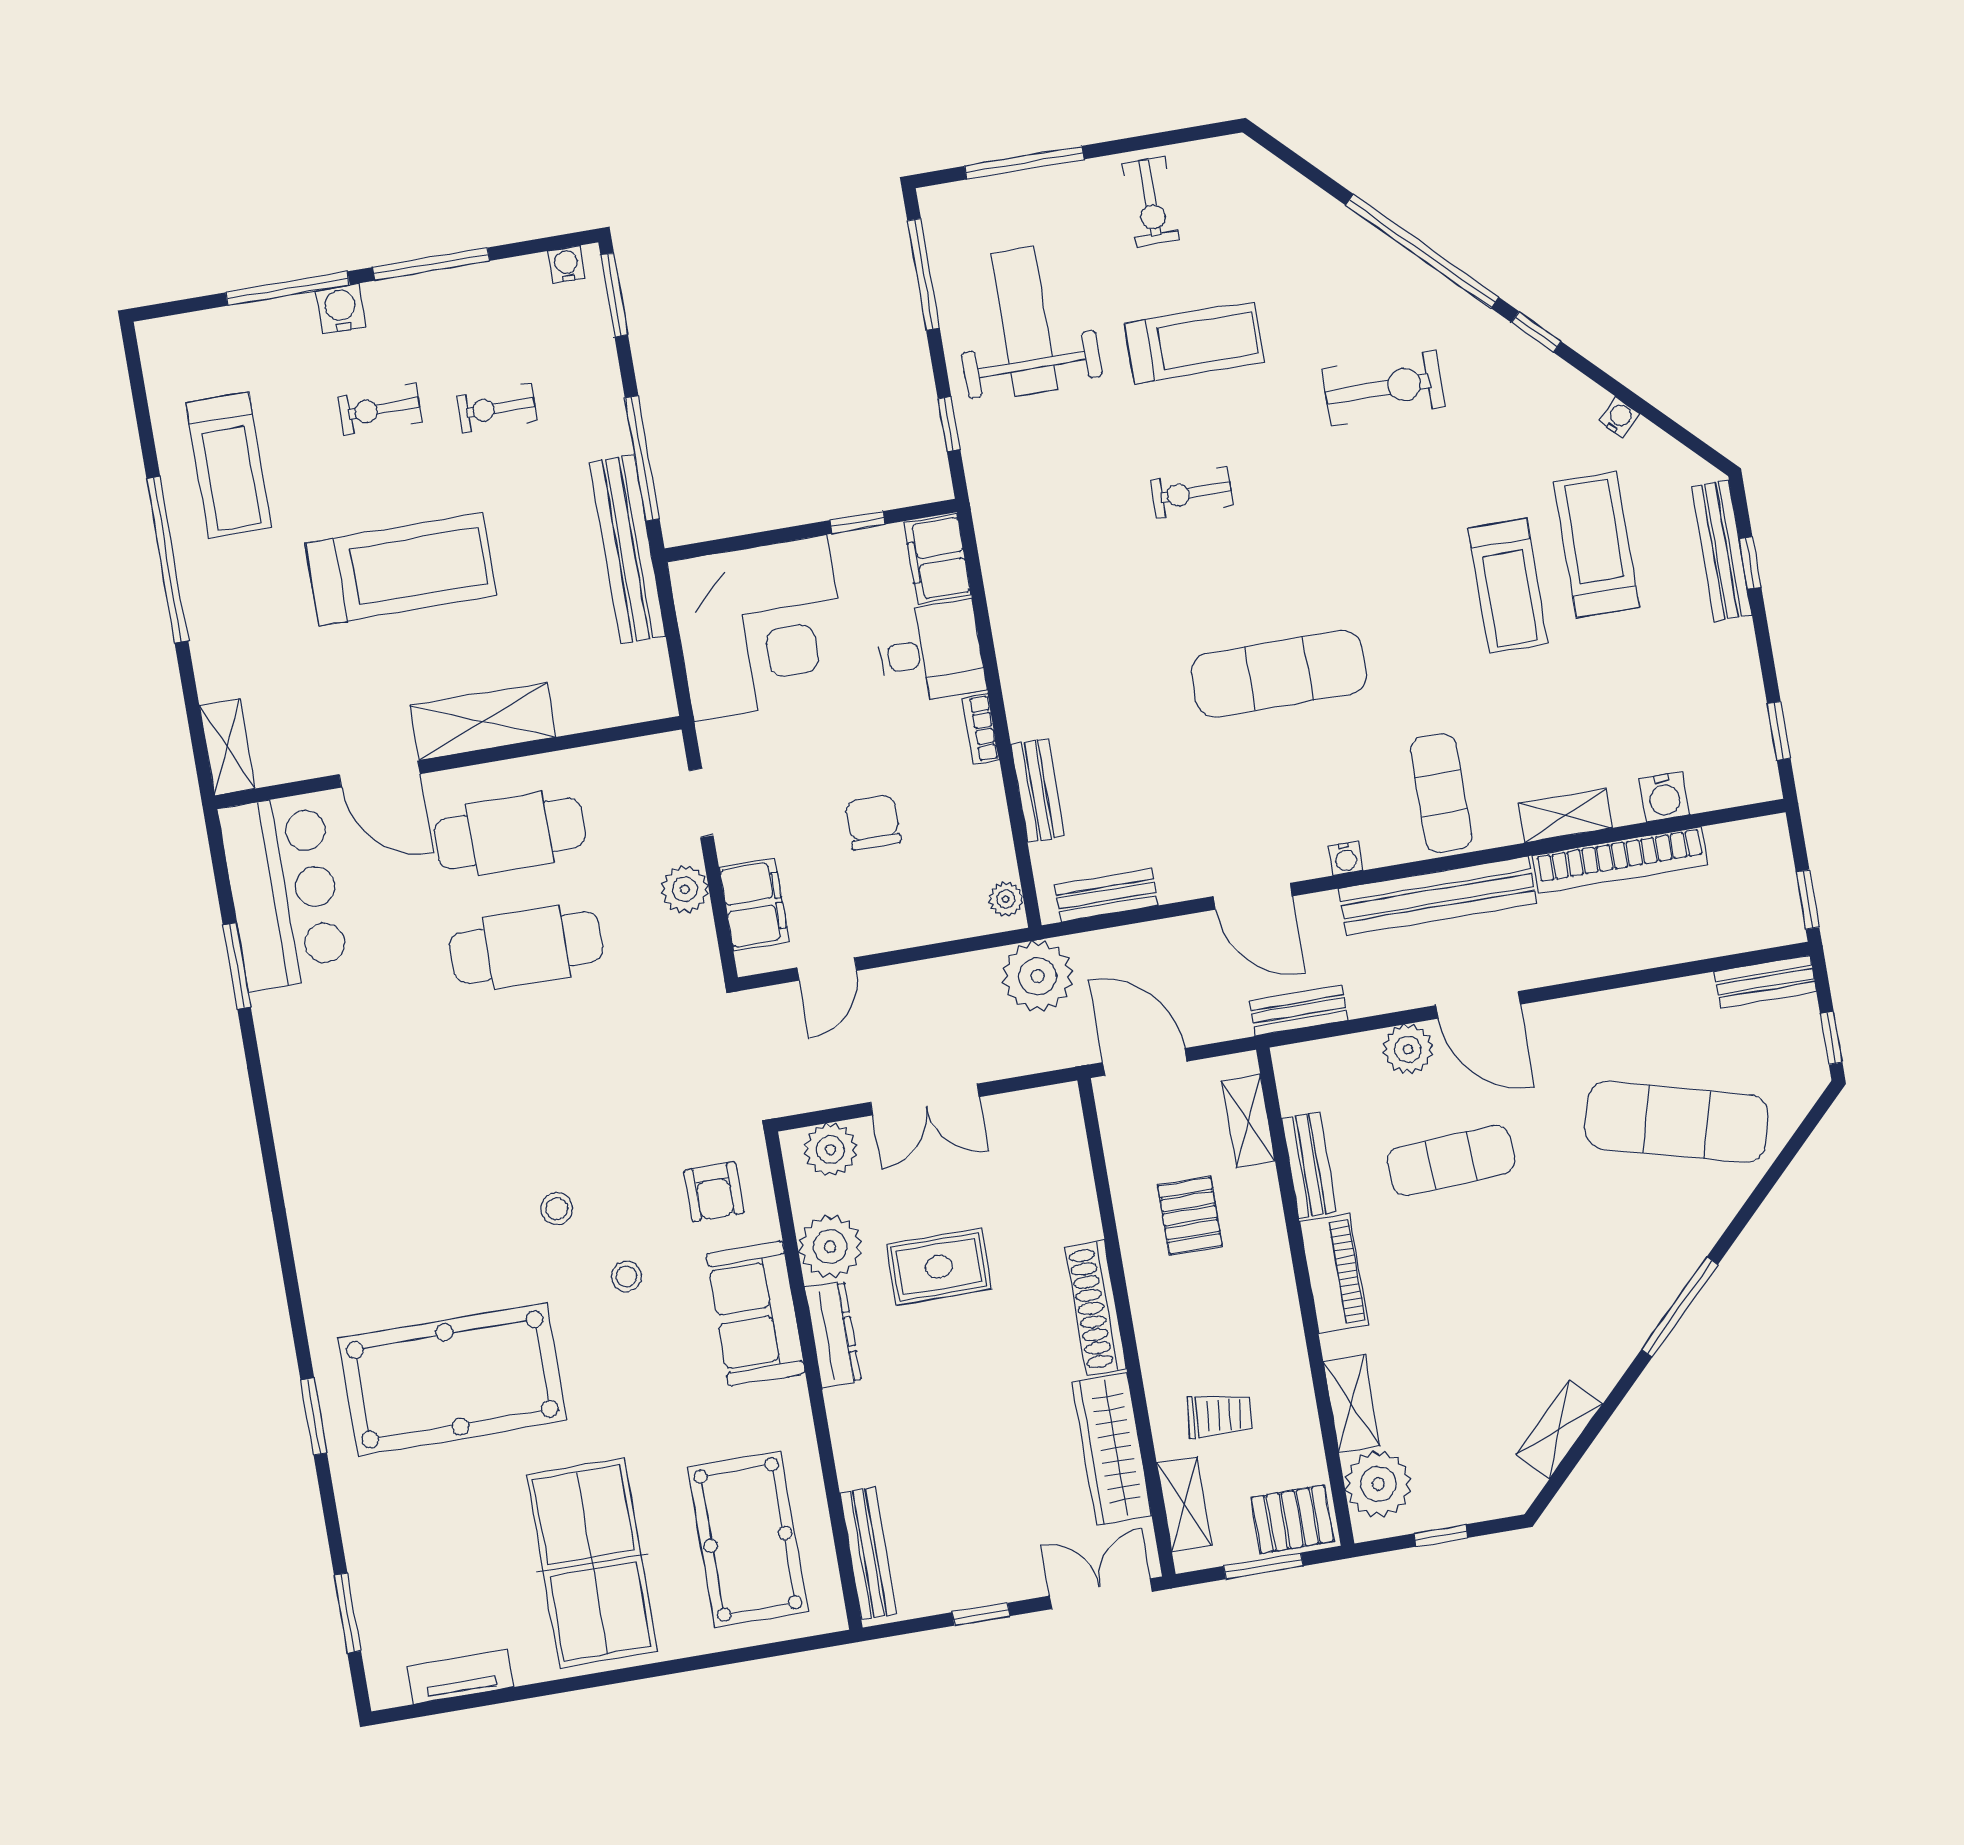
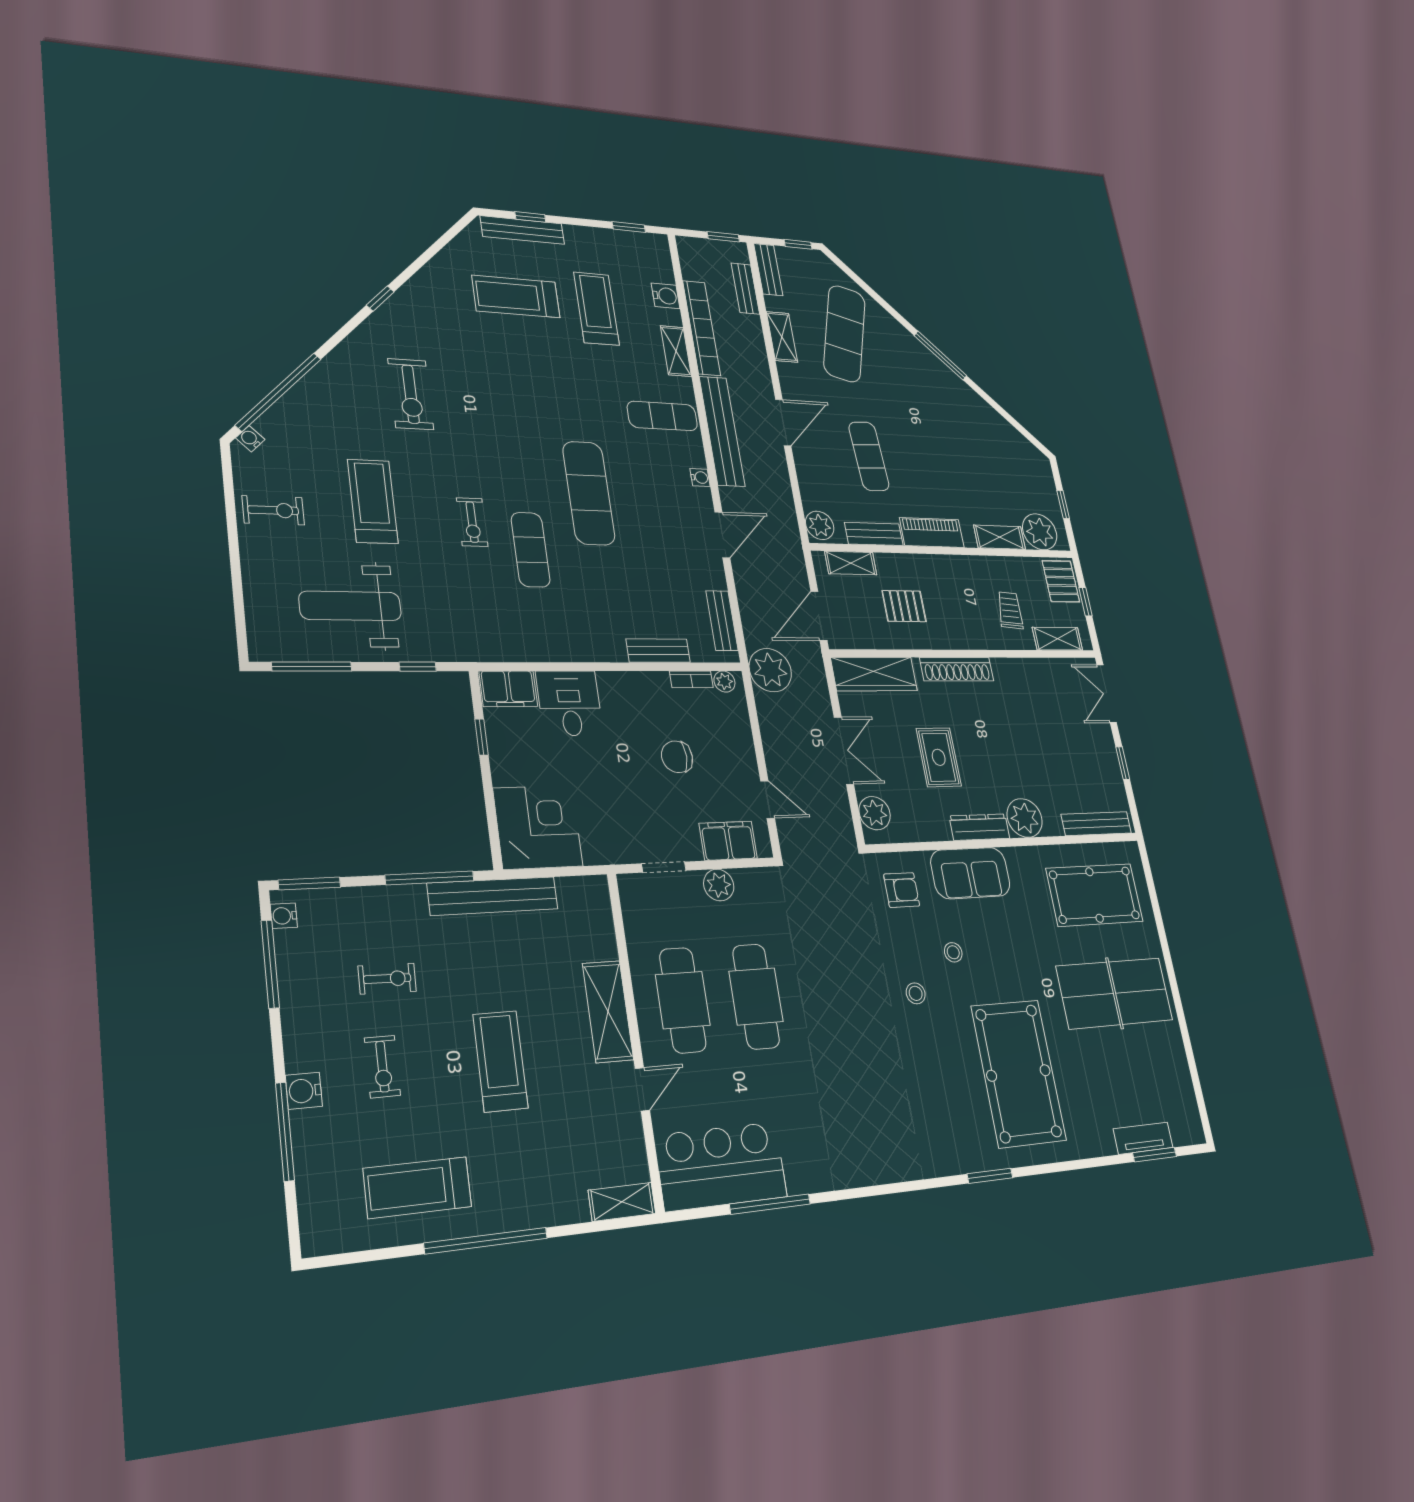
window: (1024, 163) -> (237, 587), removed
window: (1422, 251) -> (278, 392), moved
window: (431, 264) -> (270, 964), moved
exercise bike: (1384, 388) -> (411, 394), turned 180
exercise bike: (497, 408) -> (387, 979), turned -89
water cooler: (1619, 417) -> (250, 439), moved
treadmill: (229, 465) -> (417, 1188), turned 180
treadmill: (401, 569) -> (500, 1061), width x0.73, depth x0.73
exercise mat: (1165, 584) -> (531, 550), added
treadmill: (1508, 586) -> (596, 309), moved, turned -90
corner desk: (760, 628) -> (538, 827), width x0.74, depth x0.74
bookcase: (981, 729) -> (691, 679), moved
door: (380, 774) -> (642, 1089), width x0.73
window: (237, 966) -> (770, 1204), width x1.44
bench: (1299, 1010) -> (745, 289), moved
plant: (1408, 1049) -> (820, 525), moved
plant: (830, 1247) -> (1025, 818), moved
window: (314, 1416) -> (990, 1176), moved
shelving: (1559, 1429) -> (782, 337), moved, turned 45
wardrobe: (1112, 1449) -> (874, 674), moved
window: (1263, 1566) -> (1086, 602), width x0.67
tv unit: (460, 1677) -> (1143, 1138), moved, turned 90

